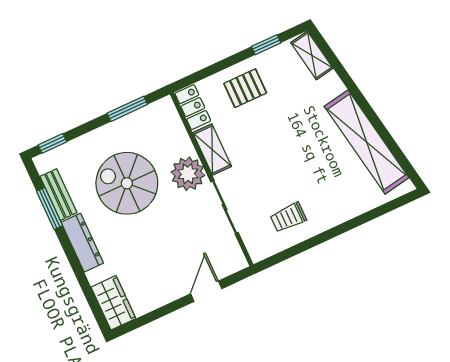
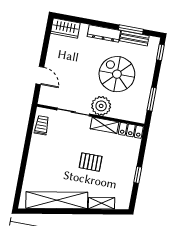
window: (266, 45) -> (138, 175), moved
shelving: (312, 55) -> (101, 203), moved
pallet: (245, 88) -> (91, 162), moved, turned 90
spiral stairs: (127, 183) -> (117, 74), turned -90
trolley: (288, 217) -> (42, 125), moved

